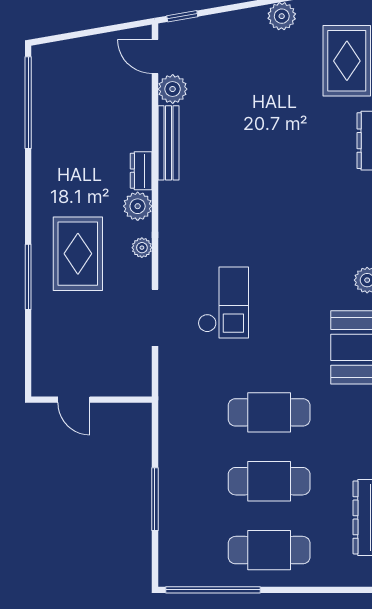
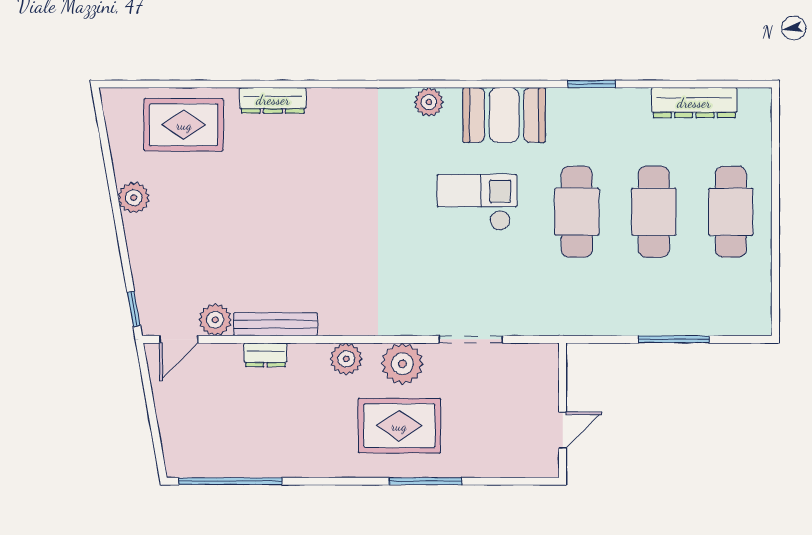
dresser: (141, 171) -> (266, 355), moved
plant: (142, 248) -> (402, 364), width x1.87, depth x1.87
checkout: (223, 302) -> (477, 202), moved
window: (213, 590) -> (775, 275), removed

